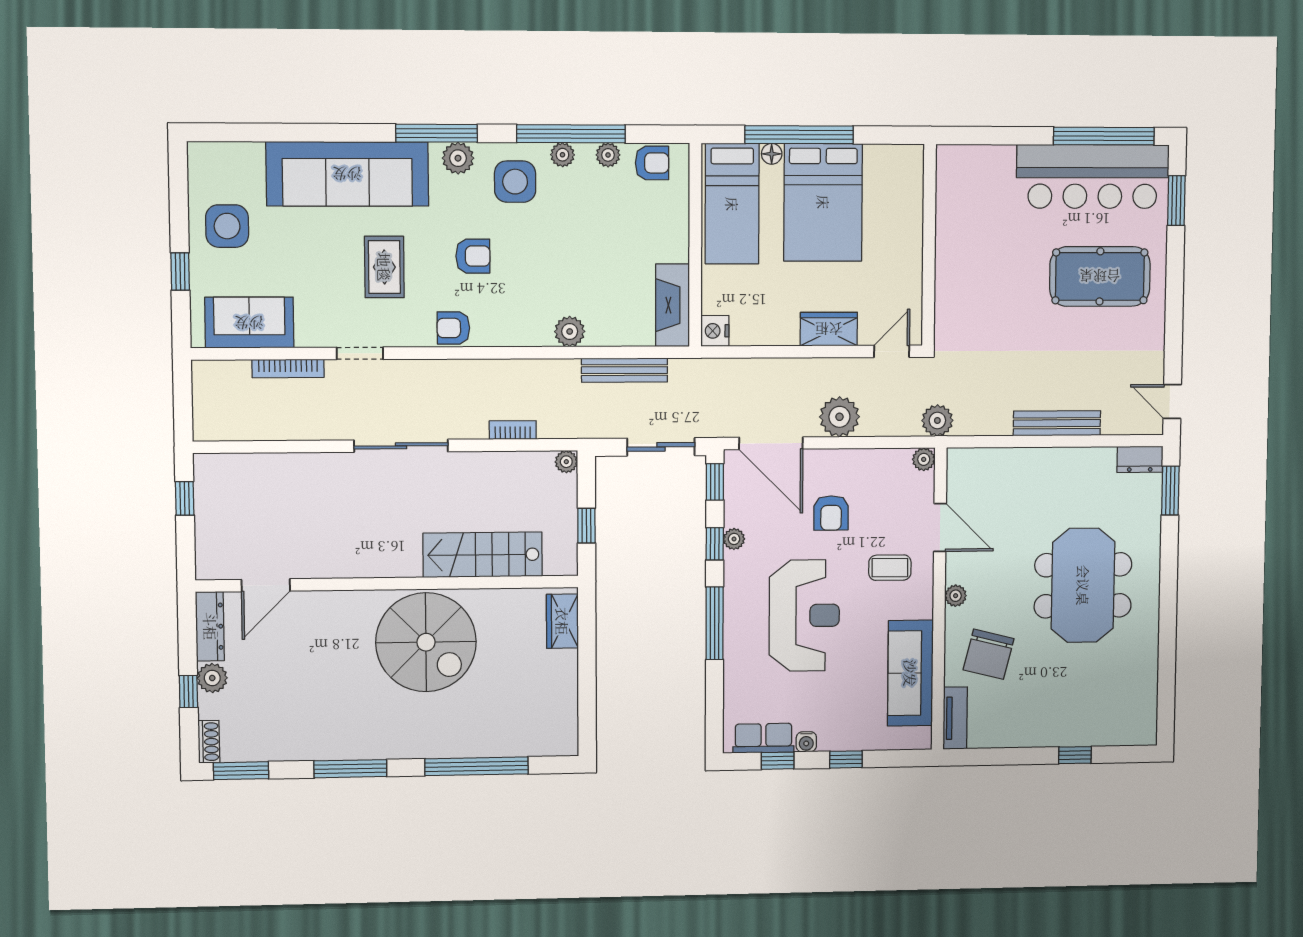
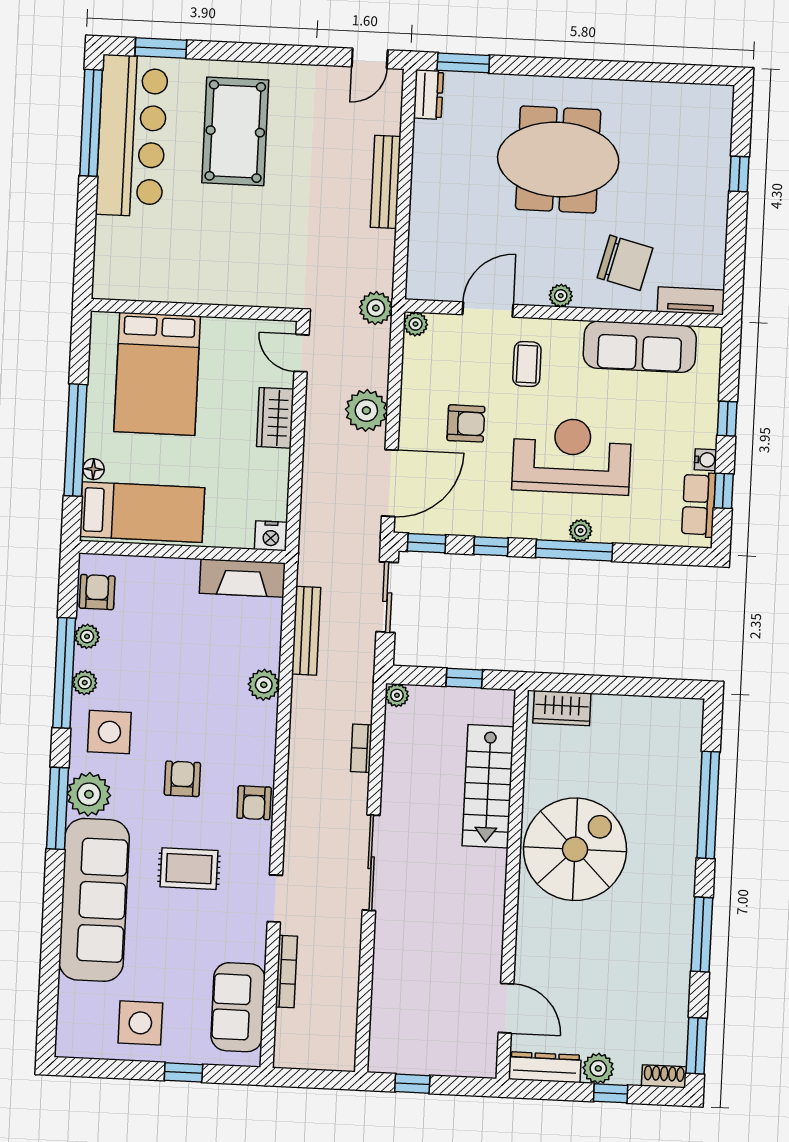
plant: (458, 158) -> (89, 794), width x1.36, depth x1.36
bed: (823, 202) -> (157, 374), moved, turned 90
plant: (734, 539) -> (581, 531), moved

